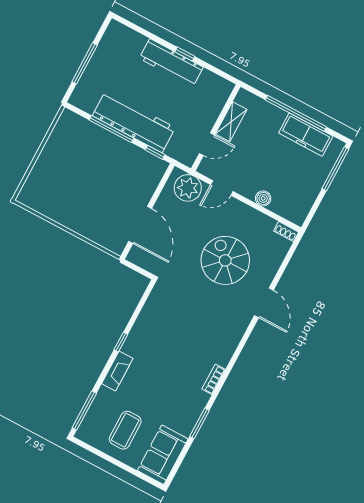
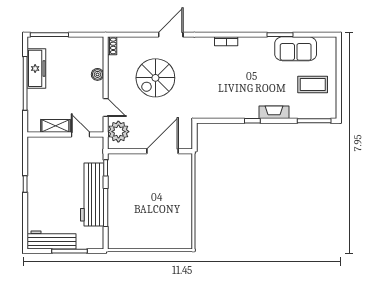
workbench: (171, 63) -> (52, 240), moved, turned -90
bookcase: (214, 379) -> (226, 41), moved
sofa: (163, 455) -> (296, 49), moved

